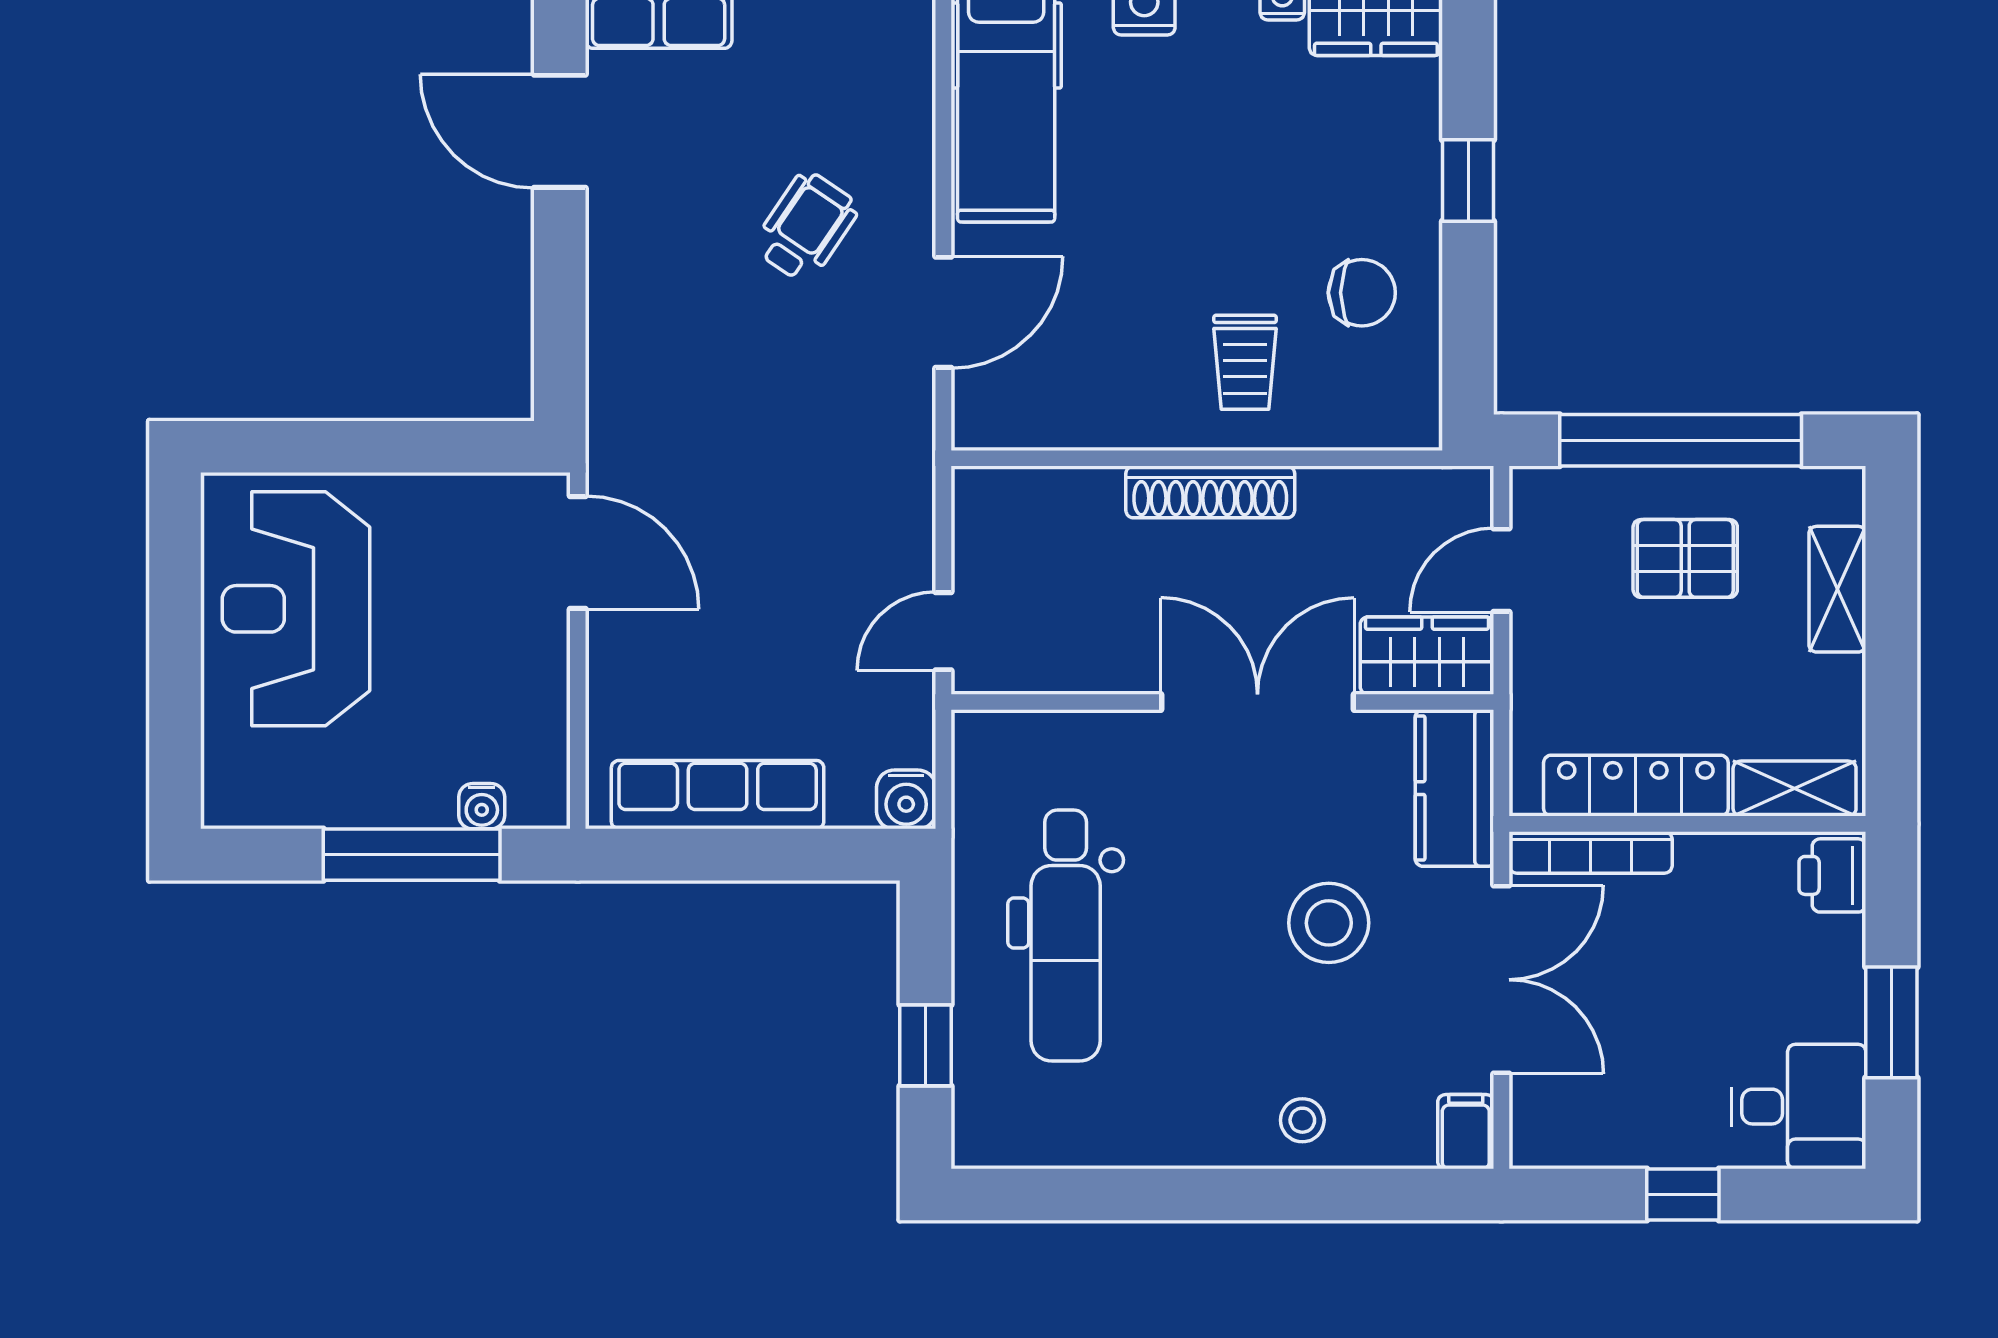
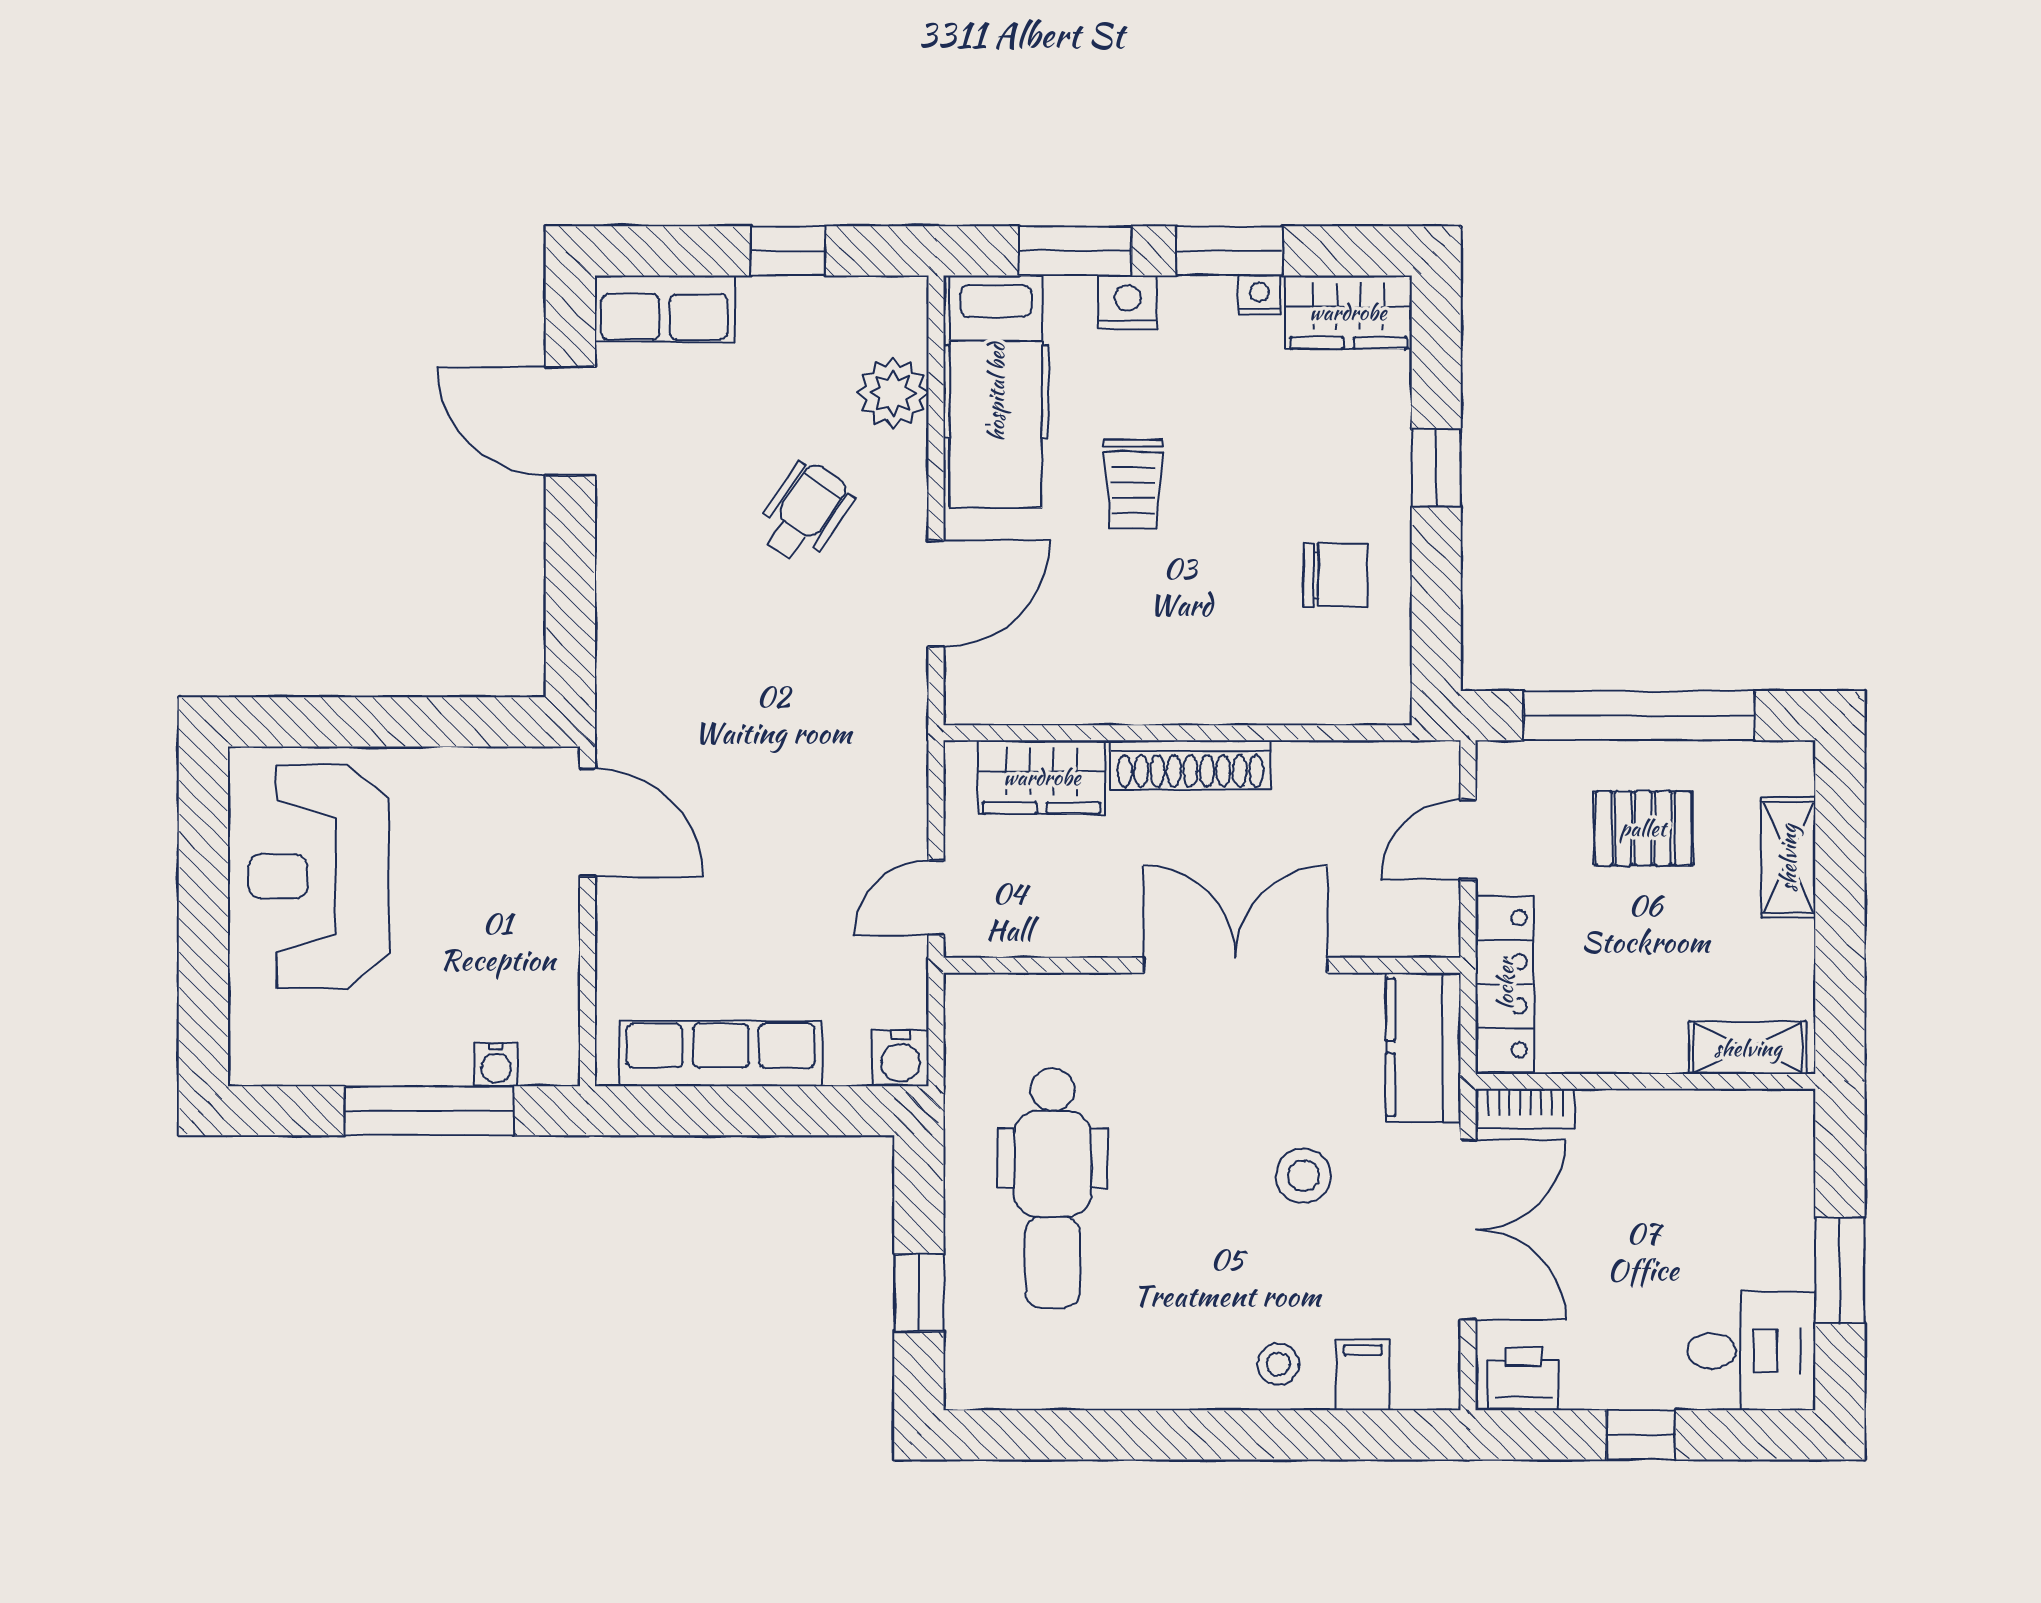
plant: (898, 102) -> (893, 393), added
trolley: (1245, 362) -> (1133, 484), moved
wardrobe: (1427, 656) -> (1042, 777), moved, turned 180
locker: (1636, 786) -> (1505, 984), moved, turned 90
bookcase: (1591, 852) -> (1525, 1109), width x0.64
printer: (1832, 875) -> (1523, 1379), moved, turned 90
stool: (1329, 923) -> (1303, 1176), width x0.73, depth x0.73
filing cabinet: (1466, 1132) -> (1363, 1375), moved

